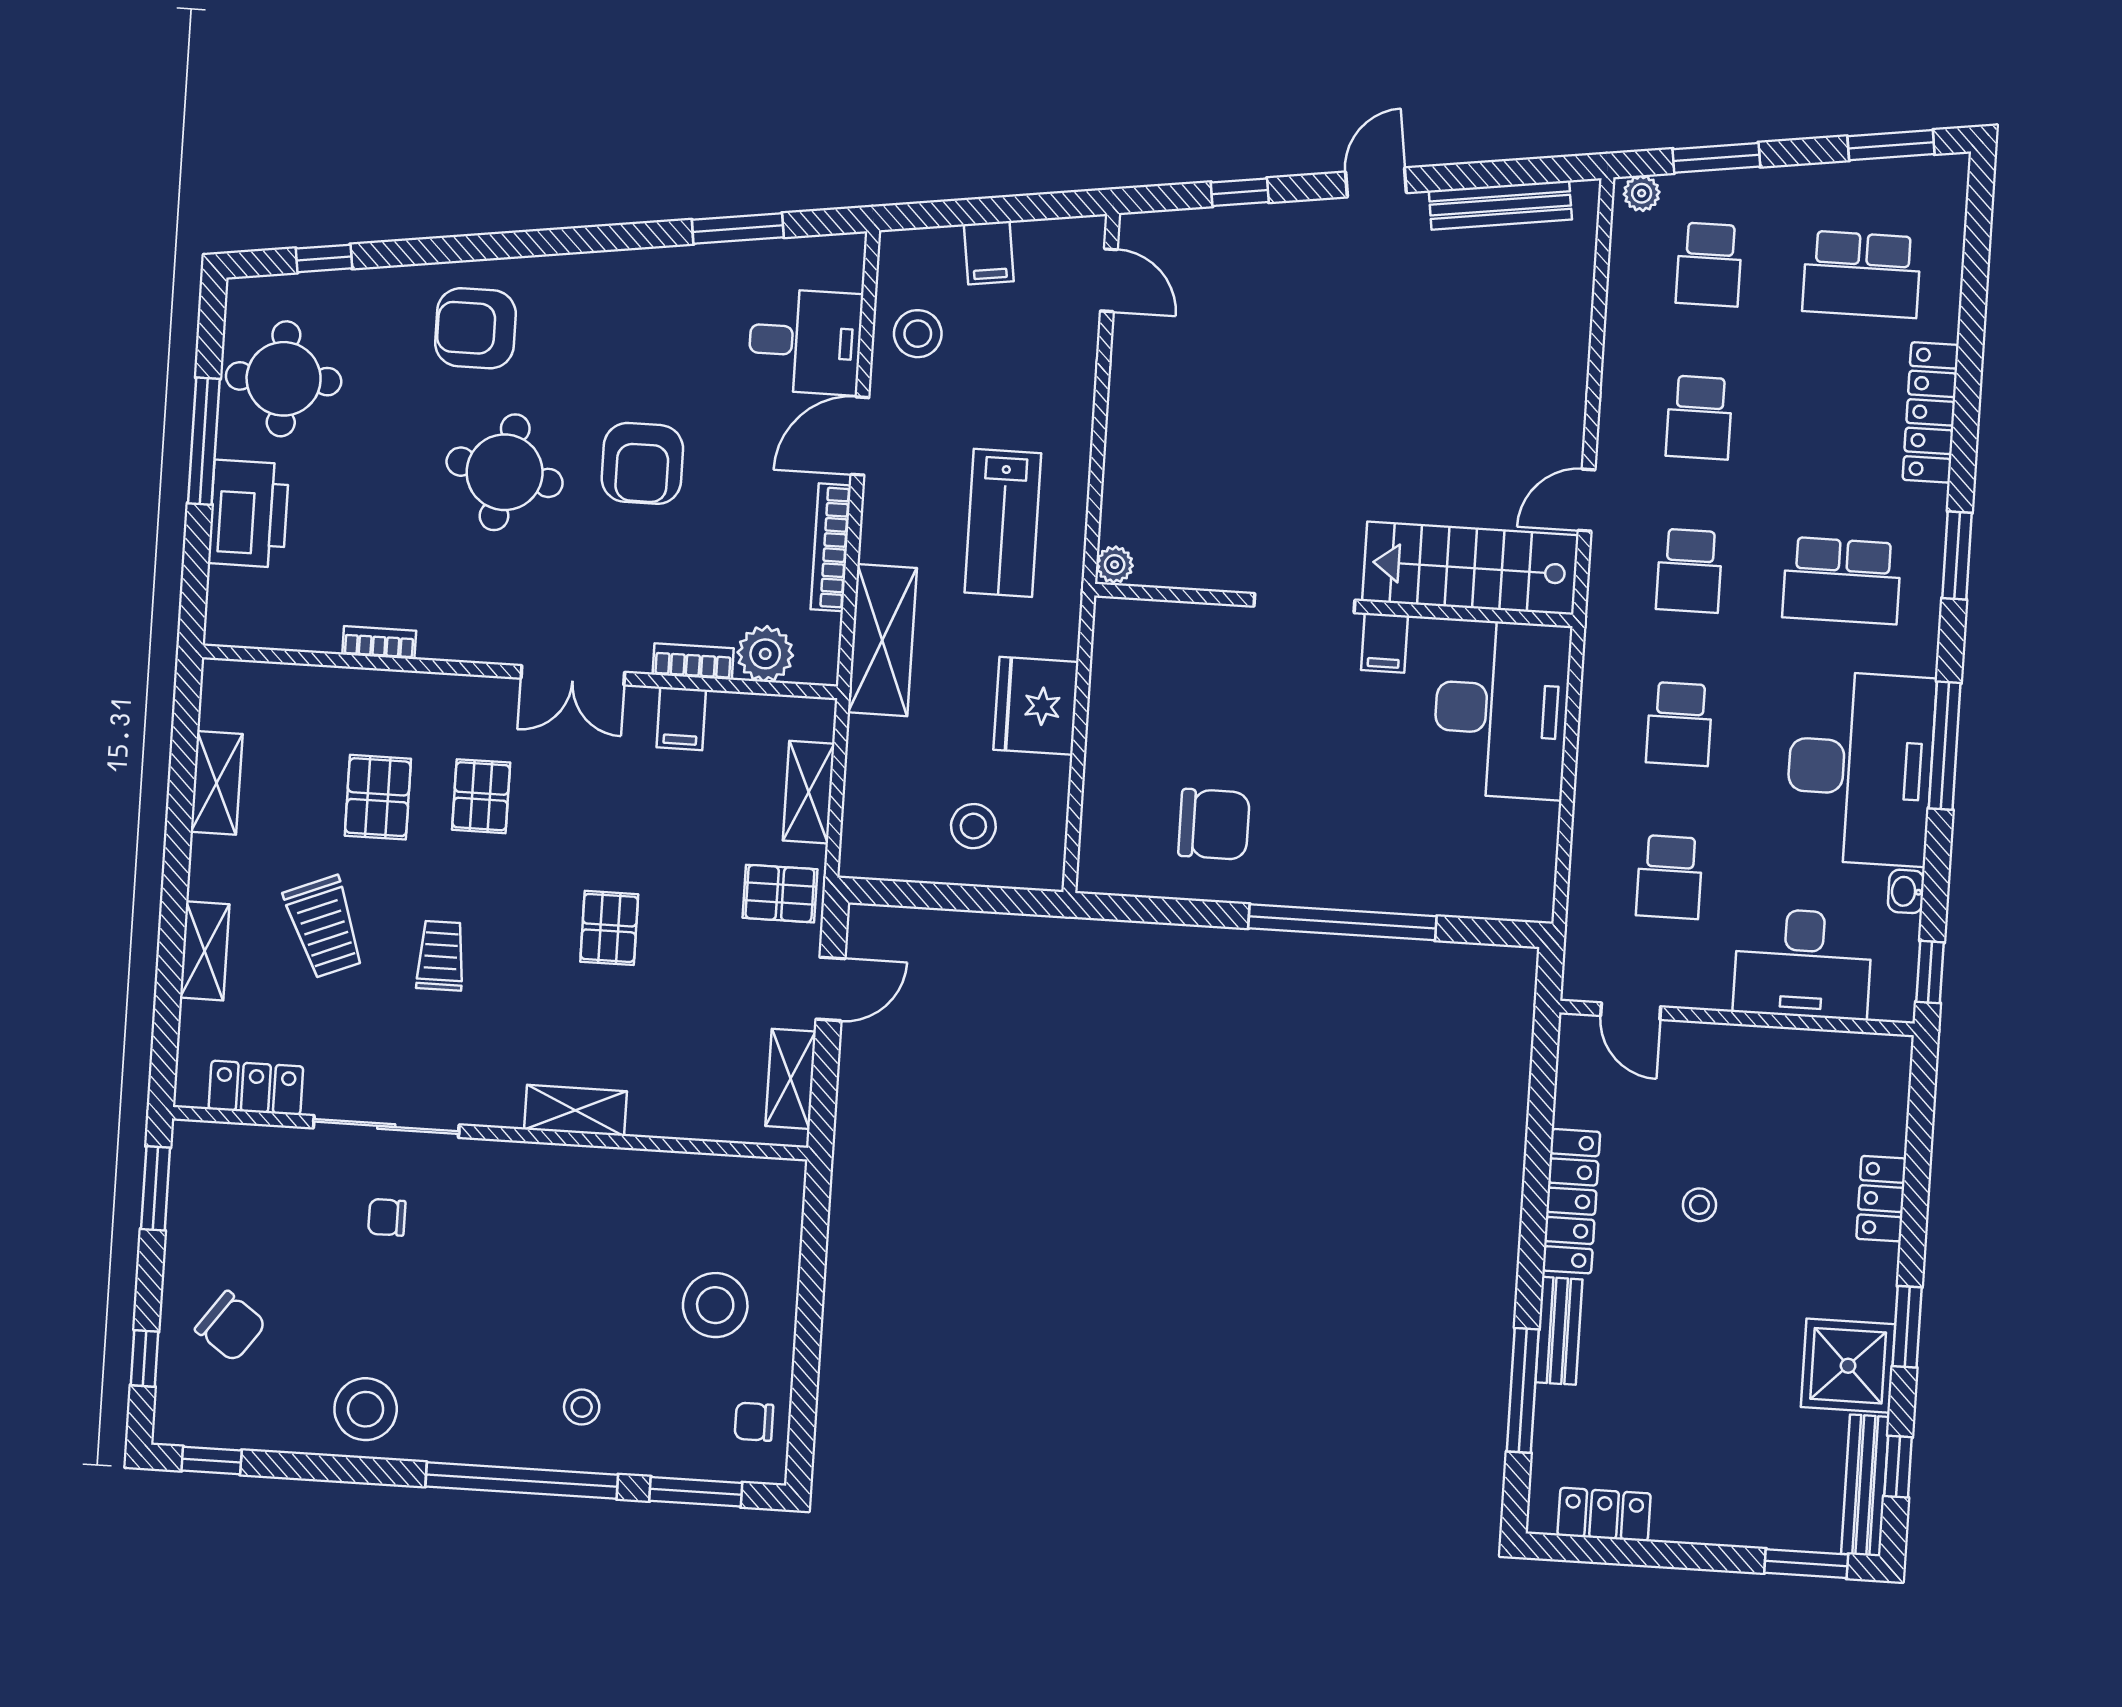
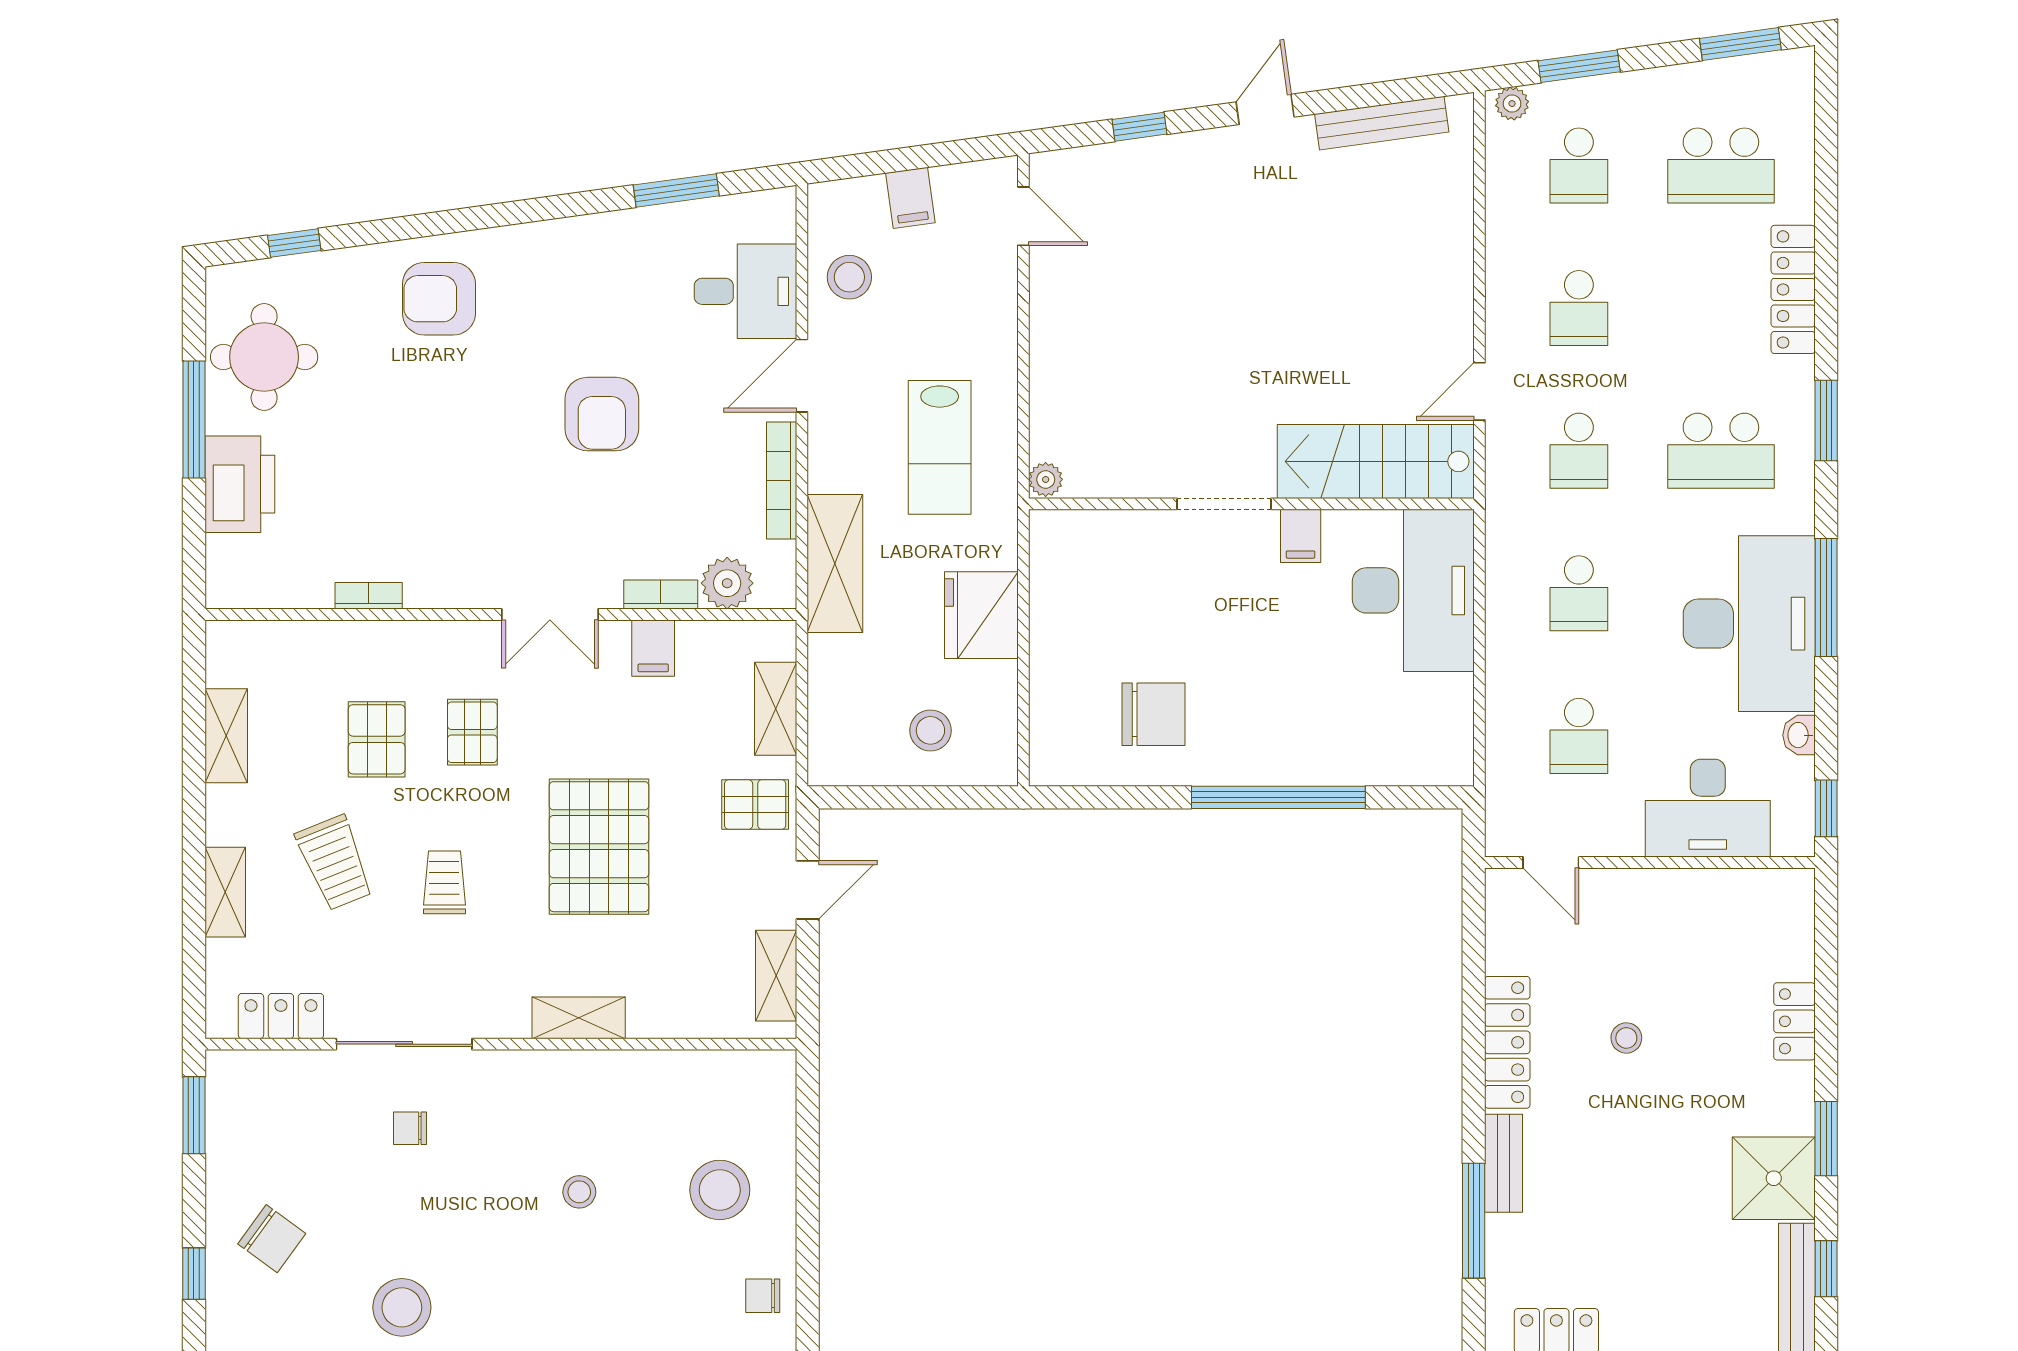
round table: (505, 472) -> (475, 430), removed
pallet: (609, 928) -> (599, 847), width x2.05, depth x2.00
stool: (582, 1407) -> (579, 1192), moved

